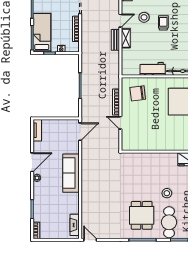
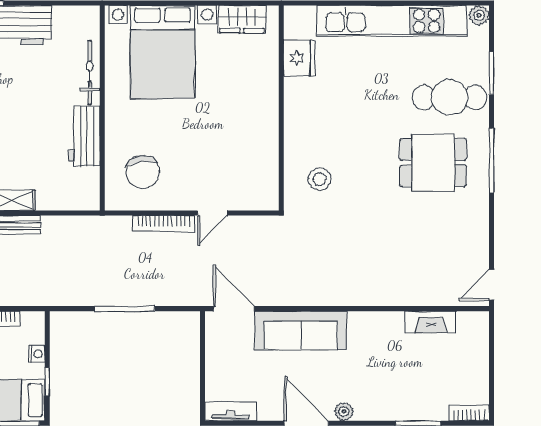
sofa: (71, 173) -> (301, 330), moved
stool: (167, 193) -> (320, 179), moved
fireplace: (75, 225) -> (431, 322), moved

